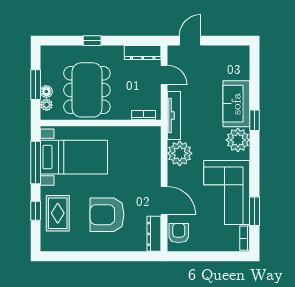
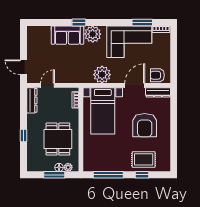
dining table: (87, 90) -> (58, 139), width x0.73
tv unit: (174, 116) -> (76, 79), removed
bed with nightstands: (74, 157) -> (103, 111), moved, turned 180

